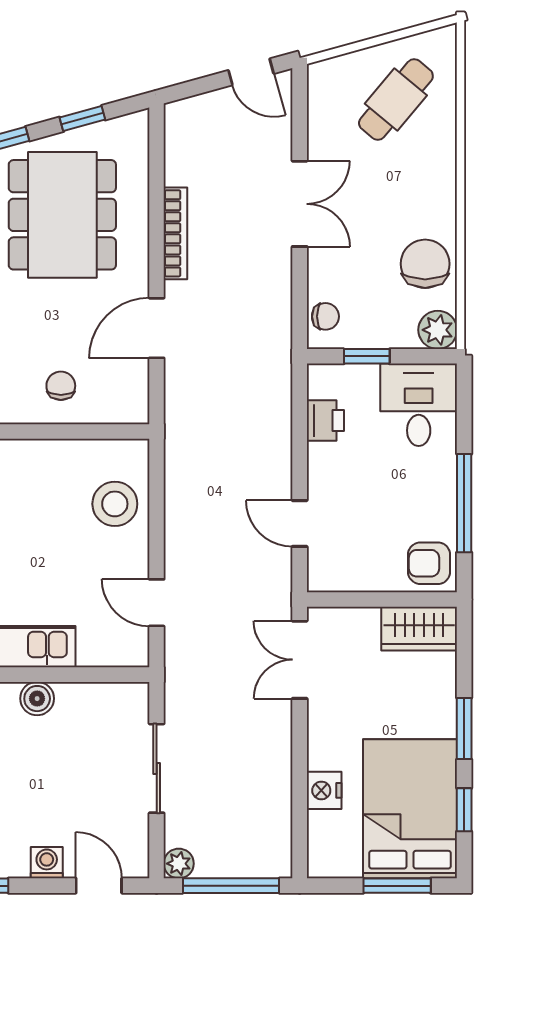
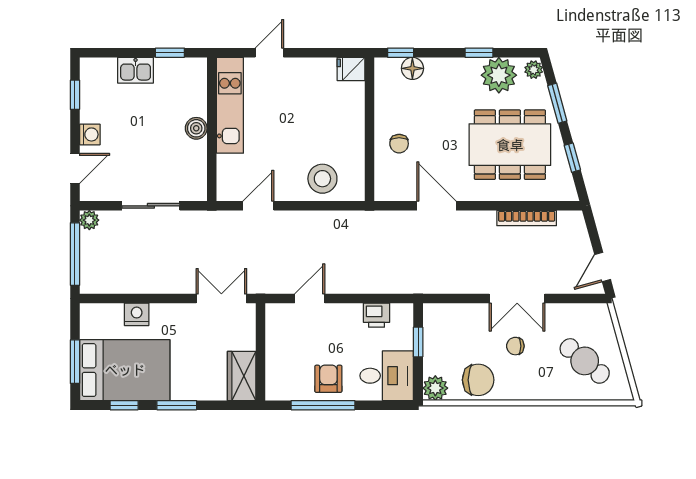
bookcase: (175, 233) -> (527, 218), moved
chair: (325, 316) -> (515, 346), moved, turned 90
chair: (61, 386) -> (399, 144), turned 90
armchair: (429, 563) -> (328, 379), moved

